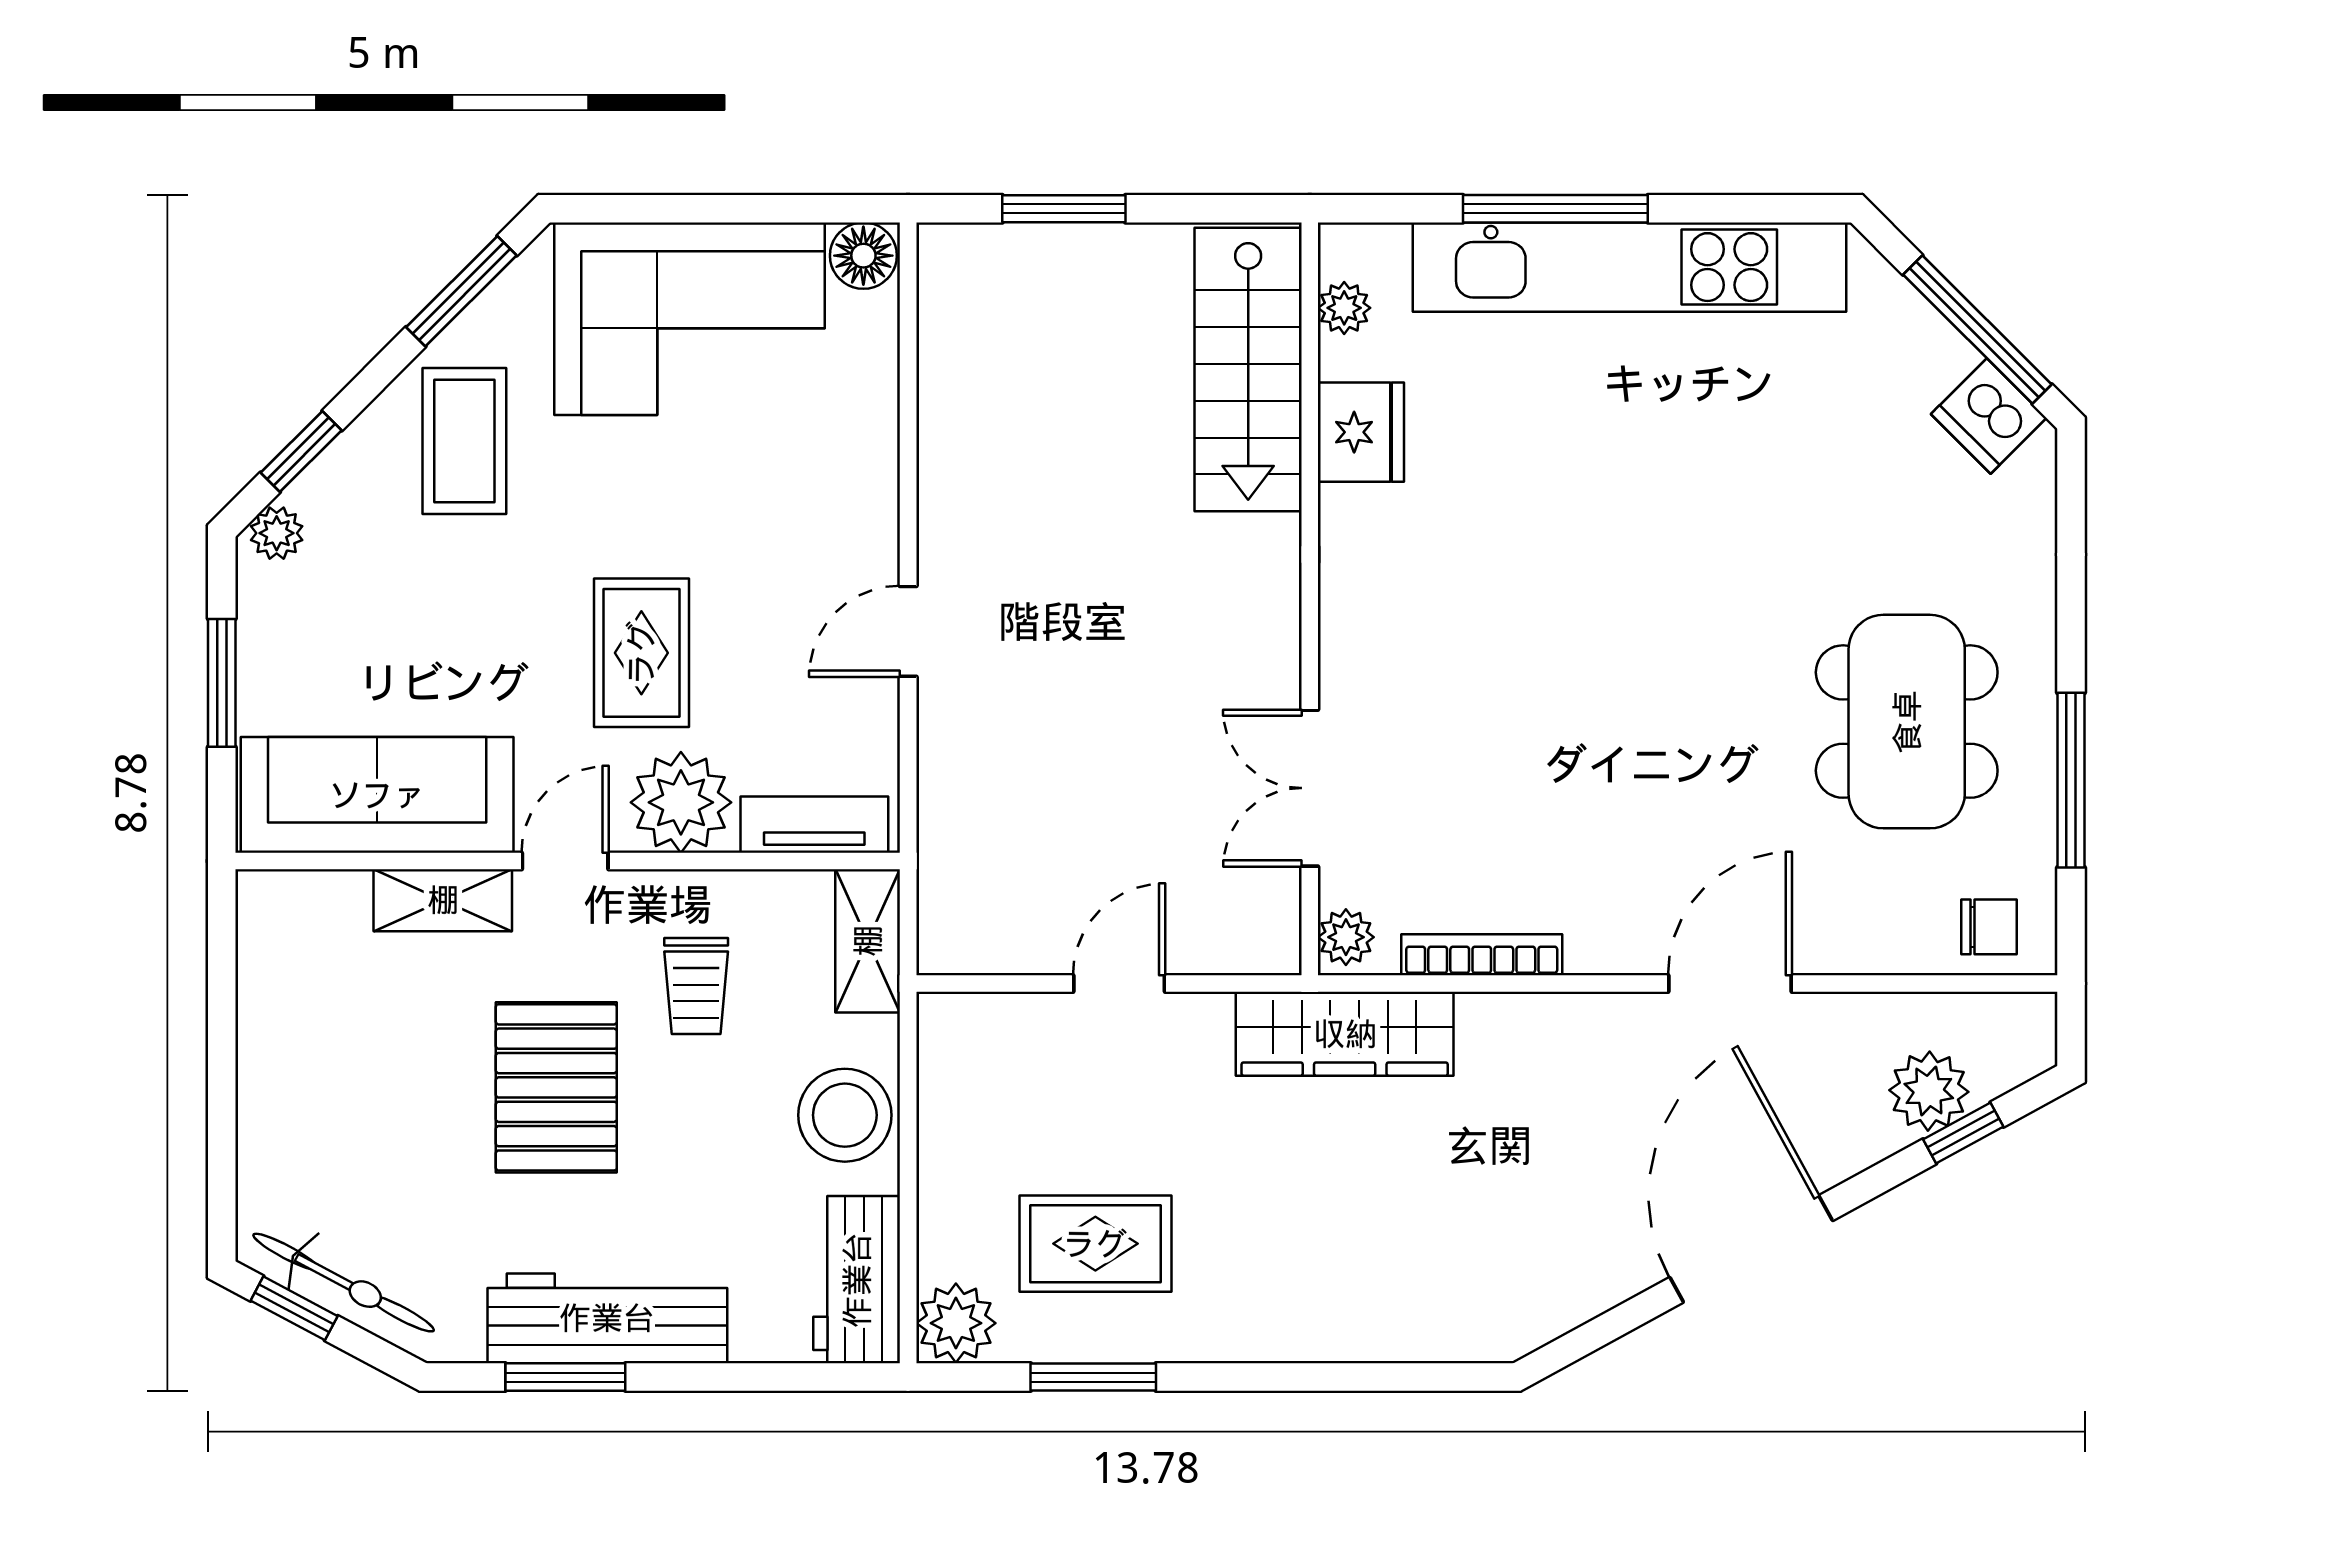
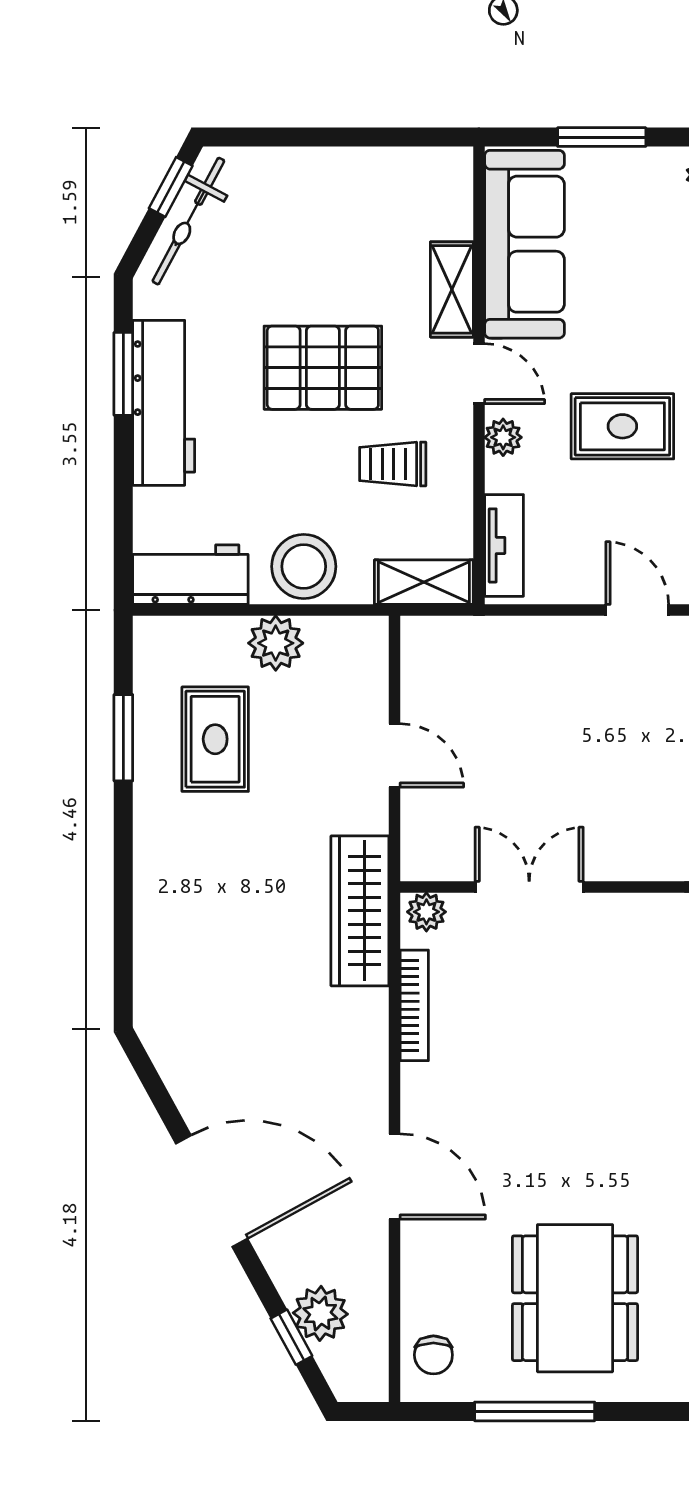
dining table: (1907, 722) -> (575, 1298), turned 90
plant: (681, 802) -> (503, 437), width x0.53, depth x0.53
plant: (956, 1323) -> (276, 643), moved

